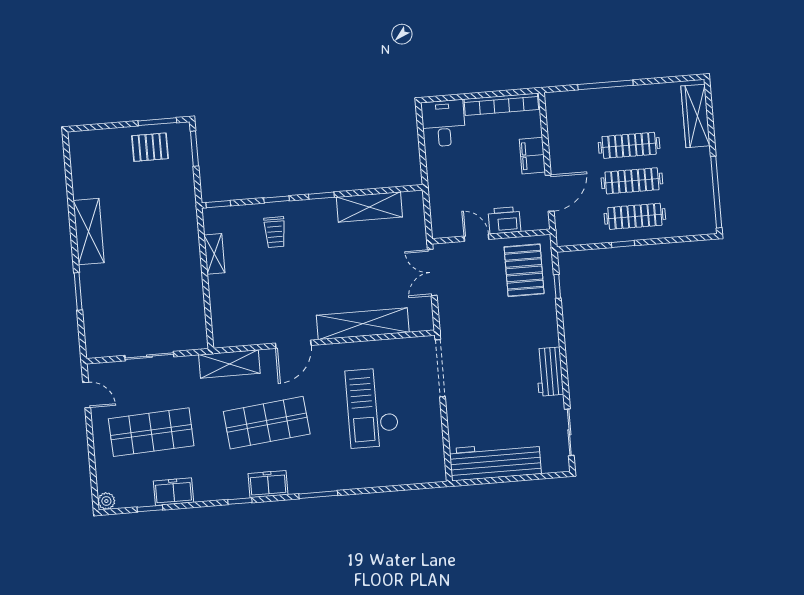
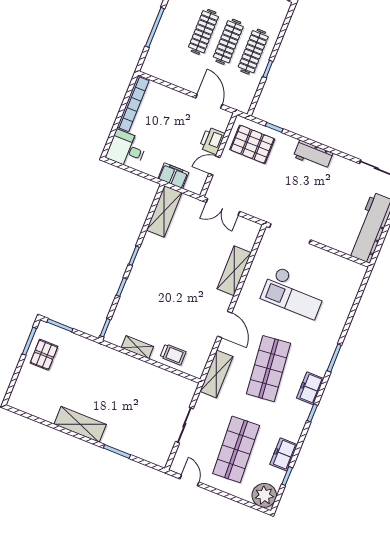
filing cabinet: (532, 156) -> (173, 176), moved, turned 180
shelving: (369, 207) -> (164, 211), moved
trolley: (275, 232) -> (173, 354), moved
shelving: (363, 324) -> (234, 271), width x0.68
workbench: (549, 372) -> (313, 155), moved
door: (87, 395) -> (189, 480), hinge flipped
plant: (106, 501) -> (264, 495), width x1.88, depth x1.88

